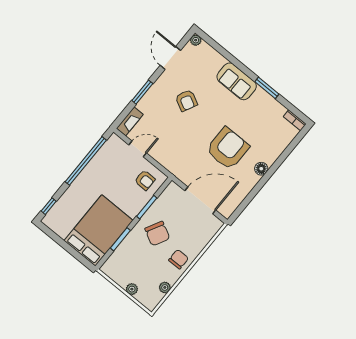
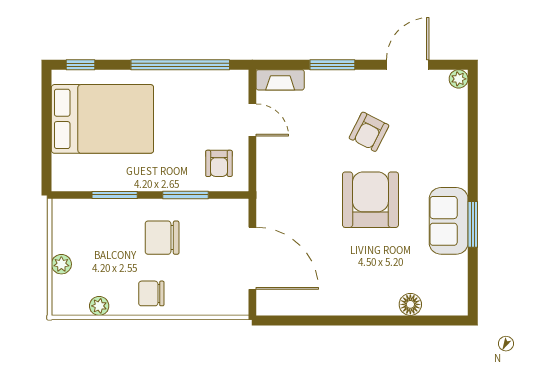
sofa: (237, 81) -> (449, 221), moved
bookcase: (295, 120) -> (460, 296), removed
armchair: (228, 148) -> (370, 200), moved, turned -90
floor lamp: (261, 169) -> (410, 304), moved
bed: (99, 231) -> (102, 119), moved
chair: (157, 234) -> (162, 238), turned 62
chair: (179, 259) -> (151, 293), turned 180

